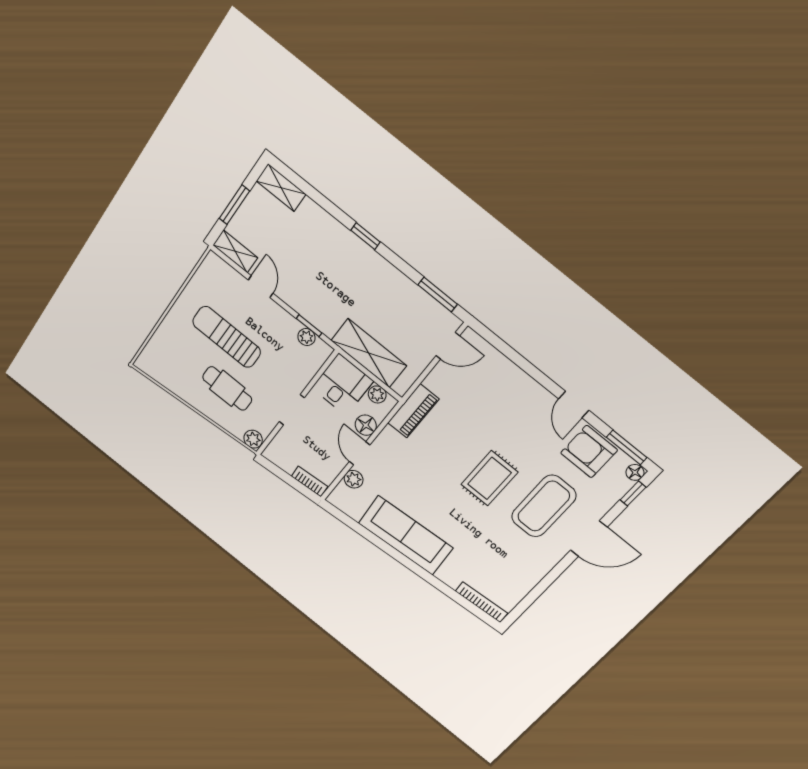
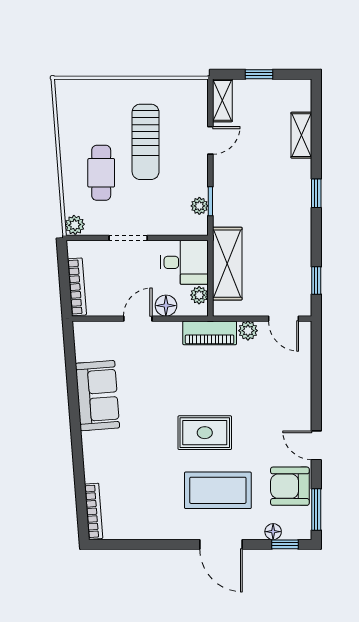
shelving: (281, 188) -> (301, 135), moved
window: (234, 205) -> (259, 74), width x0.67
window: (438, 294) -> (316, 281), width x0.67
sun lounger: (227, 337) -> (146, 142), turned 180
door: (574, 405) -> (316, 445), hinge flipped
armchair: (589, 452) -> (290, 486), turned -90
floor lamp: (635, 472) -> (273, 532), moved
plant: (354, 479) -> (248, 331), moved
bookcase: (310, 481) -> (77, 287), width x1.56
sofa: (405, 535) -> (97, 396), width x0.73

